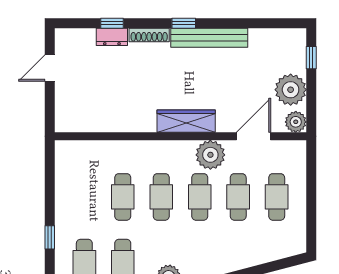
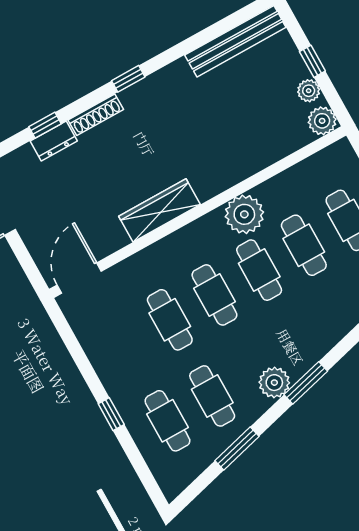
bench: (209, 38) -> (235, 41), moved
window: (311, 58) -> (312, 61), moved
plant: (291, 90) -> (309, 91), width x0.53, depth x0.53
wardrobe: (186, 121) -> (160, 210), moved
door: (254, 136) -> (79, 278), moved

